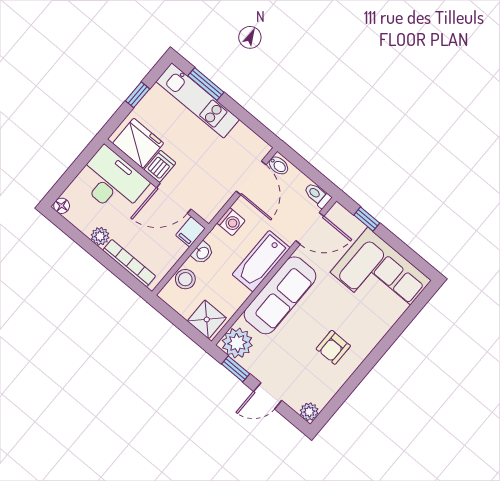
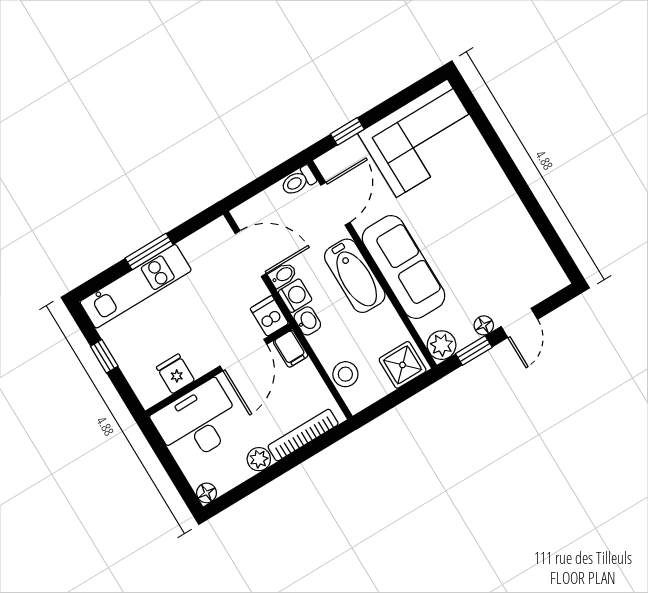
window: (206, 84) -> (149, 251), moved
fridge: (138, 143) -> (175, 374), width x0.53, depth x0.75
bidet: (278, 165) -> (283, 275), moved
dishwasher: (160, 166) -> (269, 316), moved
washbasin: (202, 253) -> (307, 321), moved
plant: (237, 343) -> (442, 345), width x0.73, depth x0.73
armchair: (333, 347) -> (488, 224), removed
floor lamp: (257, 370) -> (484, 325), added
plant: (309, 412) -> (555, 280), removed

